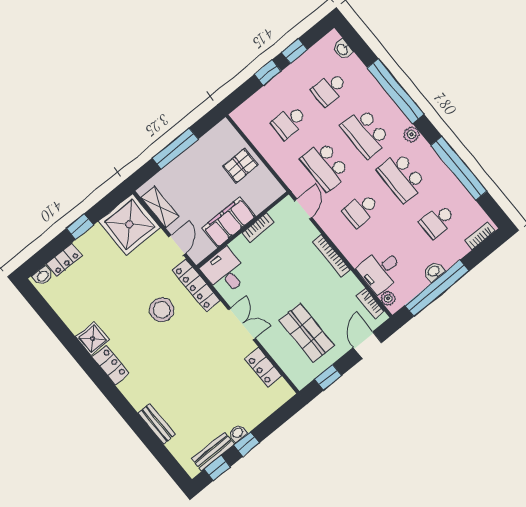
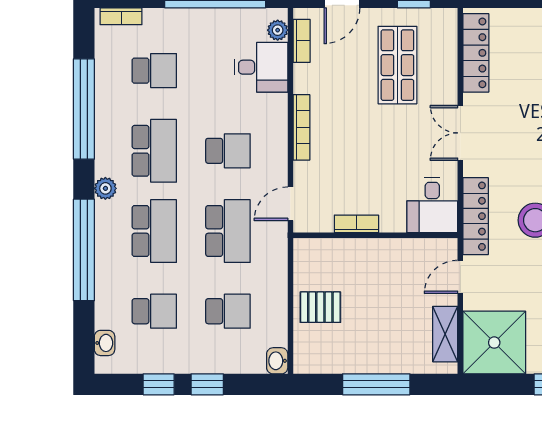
filing cabinet: (229, 222) -> (384, 256), removed
washbasin: (434, 271) -> (277, 361), moved, turned 90
locker: (263, 367) -> (476, 53), width x1.53

